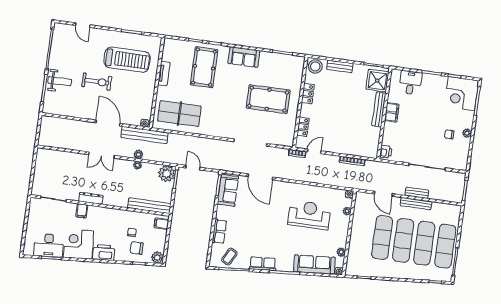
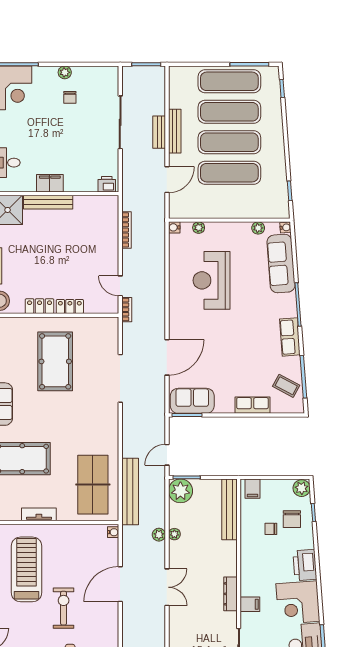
locker: (303, 127) -> (70, 307), moved
bench: (145, 135) -> (130, 491), moved

